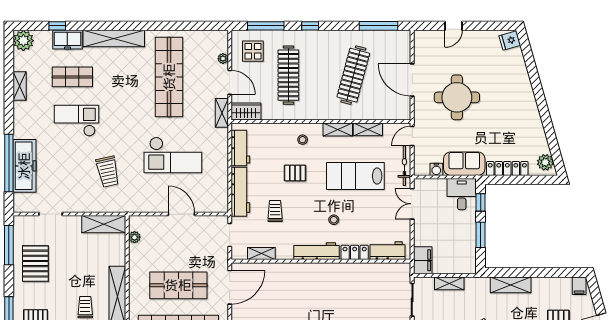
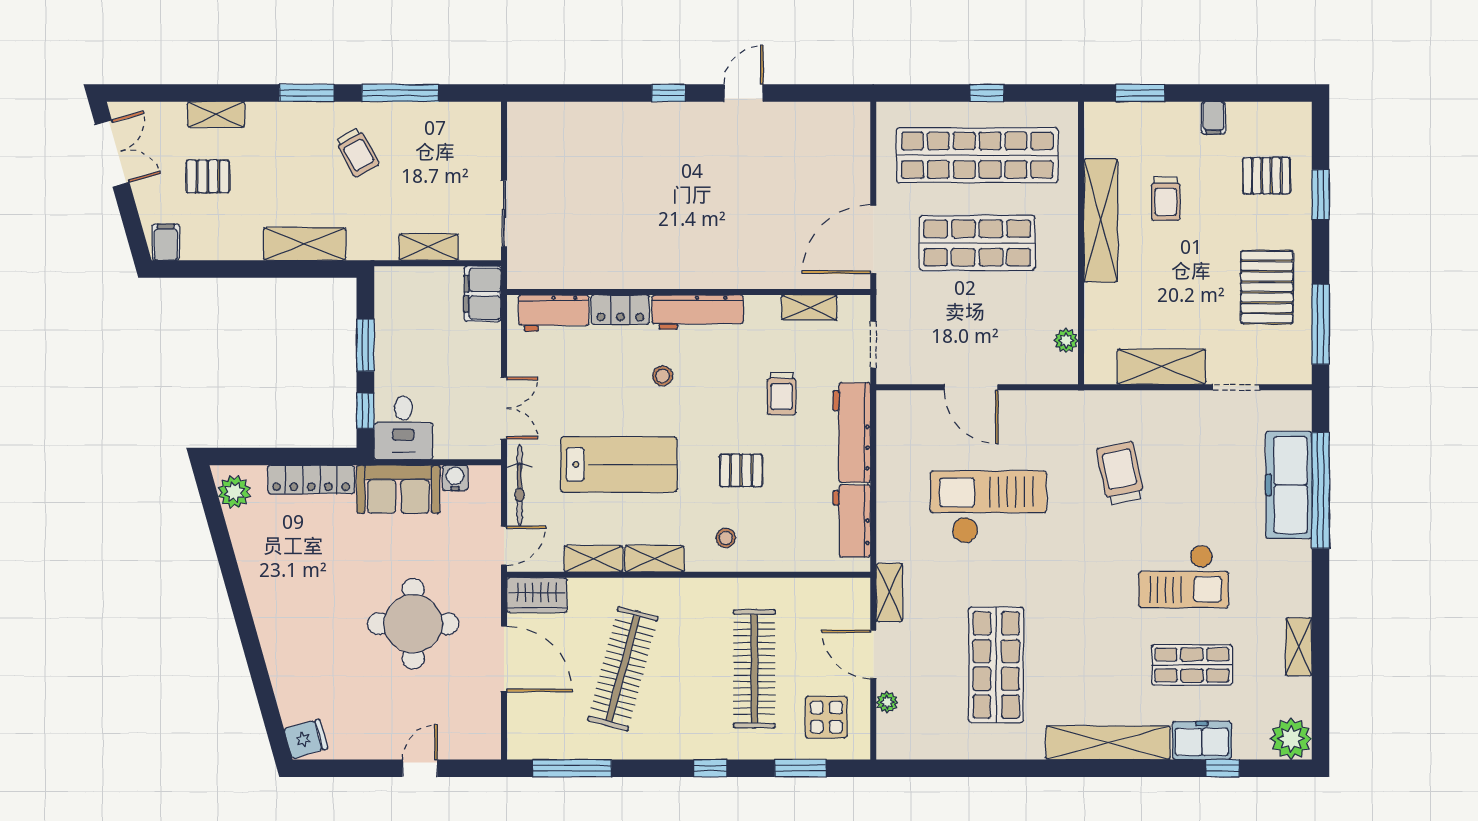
window: (266, 26) -> (800, 768), width x0.69
shop shelf: (169, 77) -> (996, 665), width x0.71
wardrobe: (246, 111) -> (537, 595), moved
shelving: (104, 224) -> (1161, 367), moved

